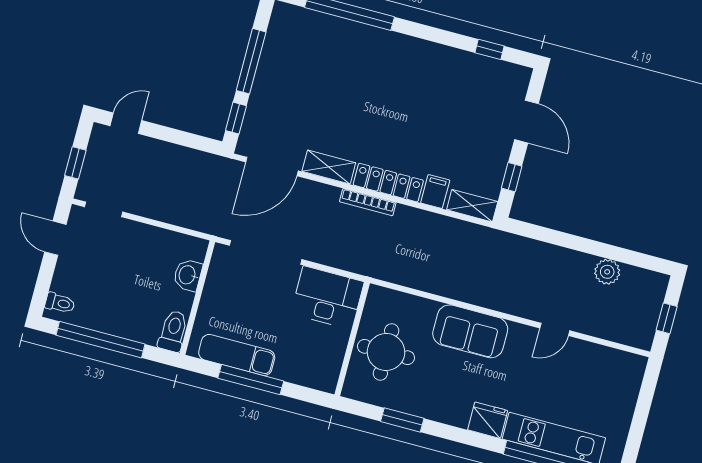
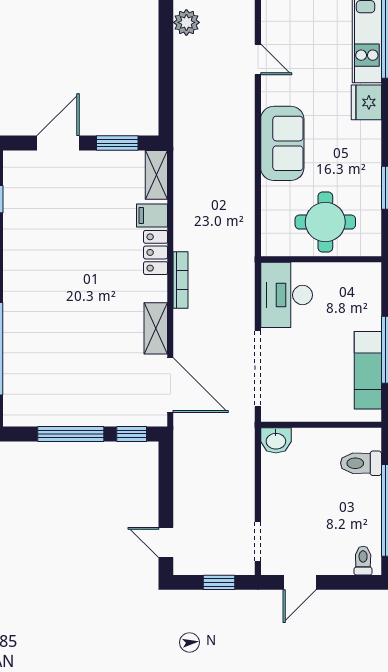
window: (512, 177) -> (117, 143), width x1.50
locker: (388, 183) -> (156, 252), width x0.66
washbasin: (188, 275) -> (276, 440), moved
toilet: (173, 331) -> (361, 463), moved

